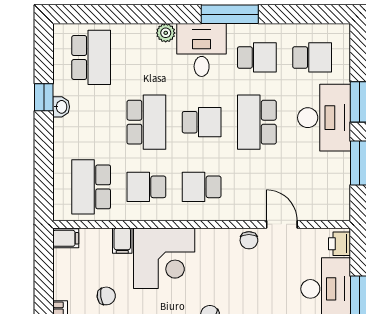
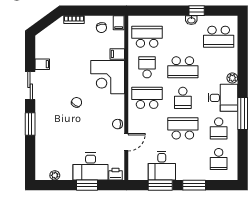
desk: (324, 118) -> (162, 166), moved, width x0.73
school desk: (202, 187) -> (147, 98), width x1.85
chair: (106, 296) -> (101, 28), moved

